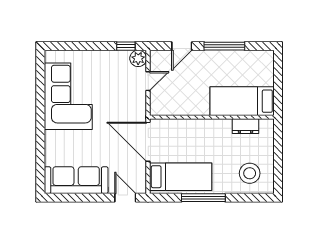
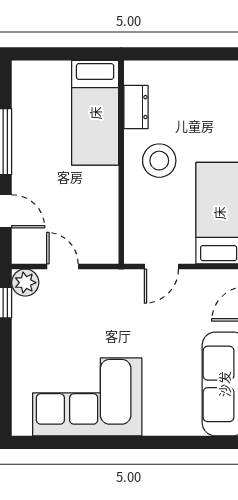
door: (148, 142) -> (161, 266), width x0.53
stool: (250, 173) -> (159, 161), moved

